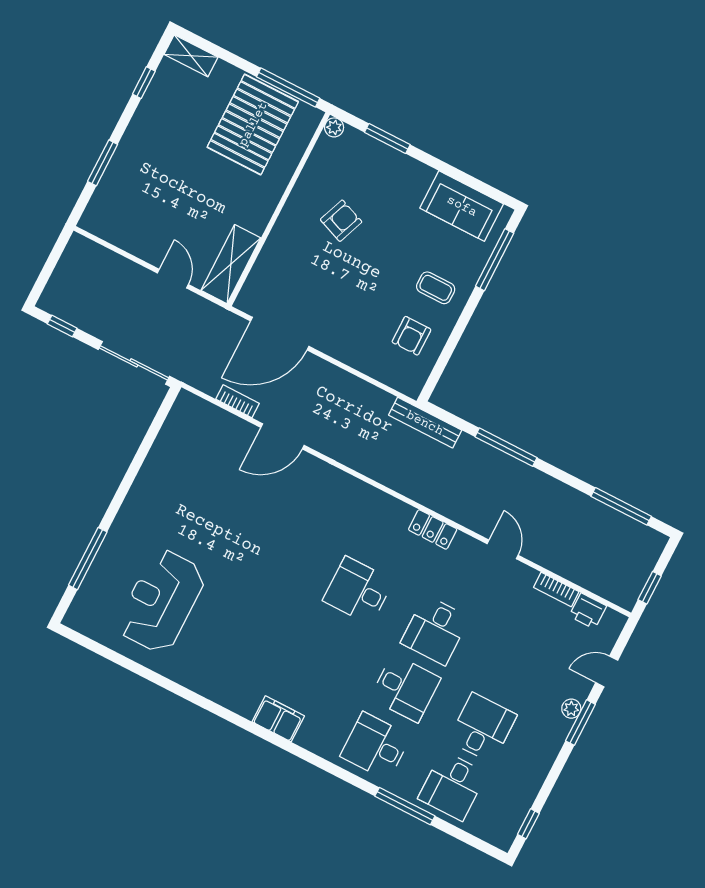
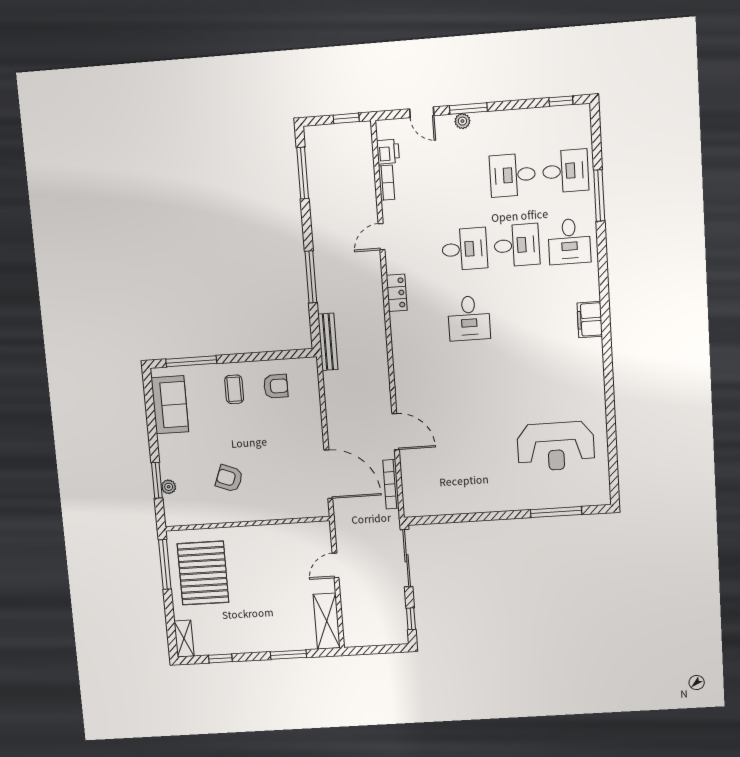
pallet: (253, 124) -> (203, 573), turned 90
plant: (334, 127) -> (169, 487), moved
shelving: (231, 264) -> (327, 621), moved, turned 90
bookcase: (238, 401) -> (391, 484), width x1.56
desk: (405, 688) -> (517, 245), turned 90

